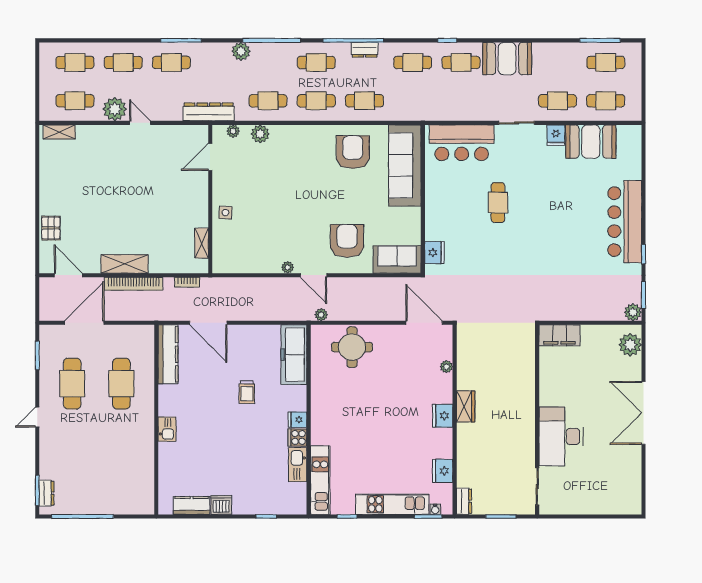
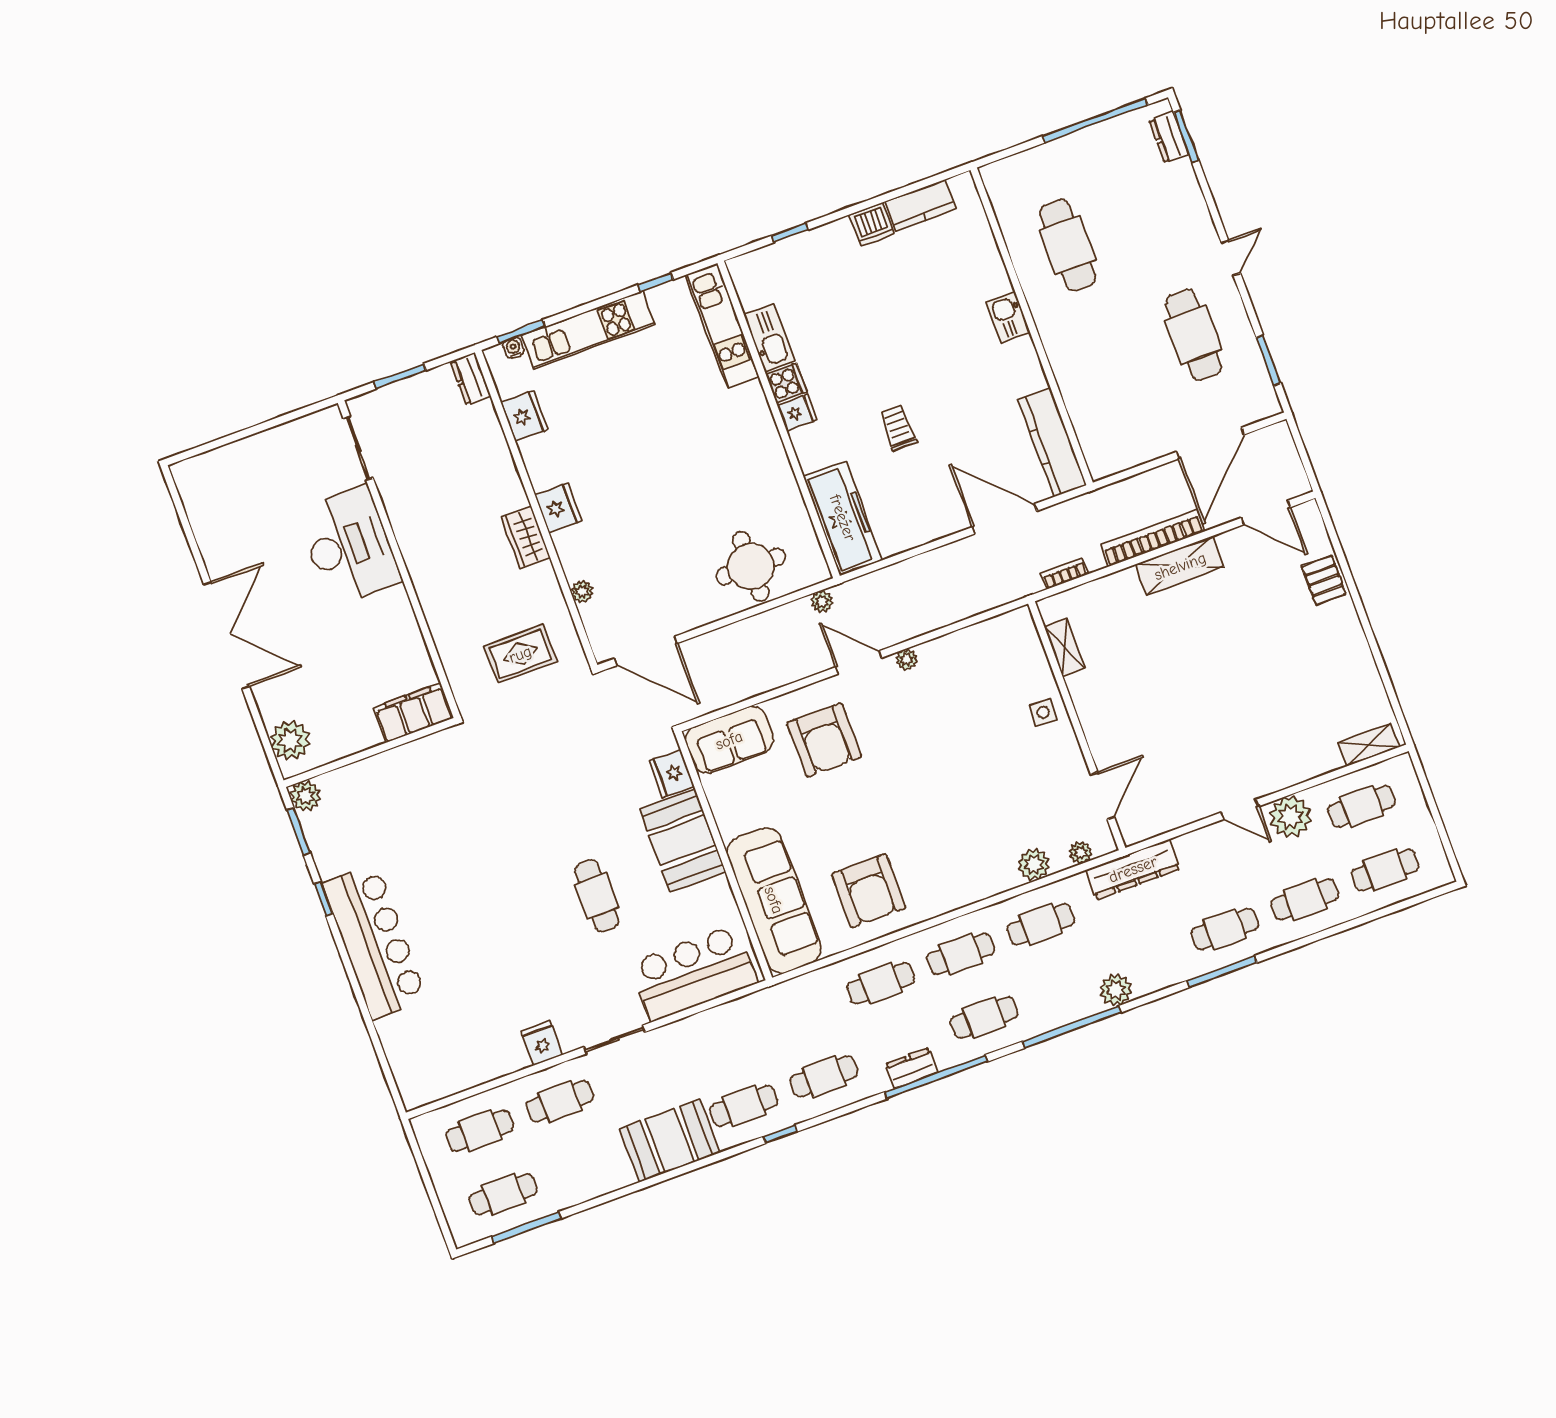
booth: (591, 142) -> (683, 840), moved, turned 90
rug: (491, 346) -> (520, 654), added
cafe table: (121, 384) -> (1068, 245), moved

